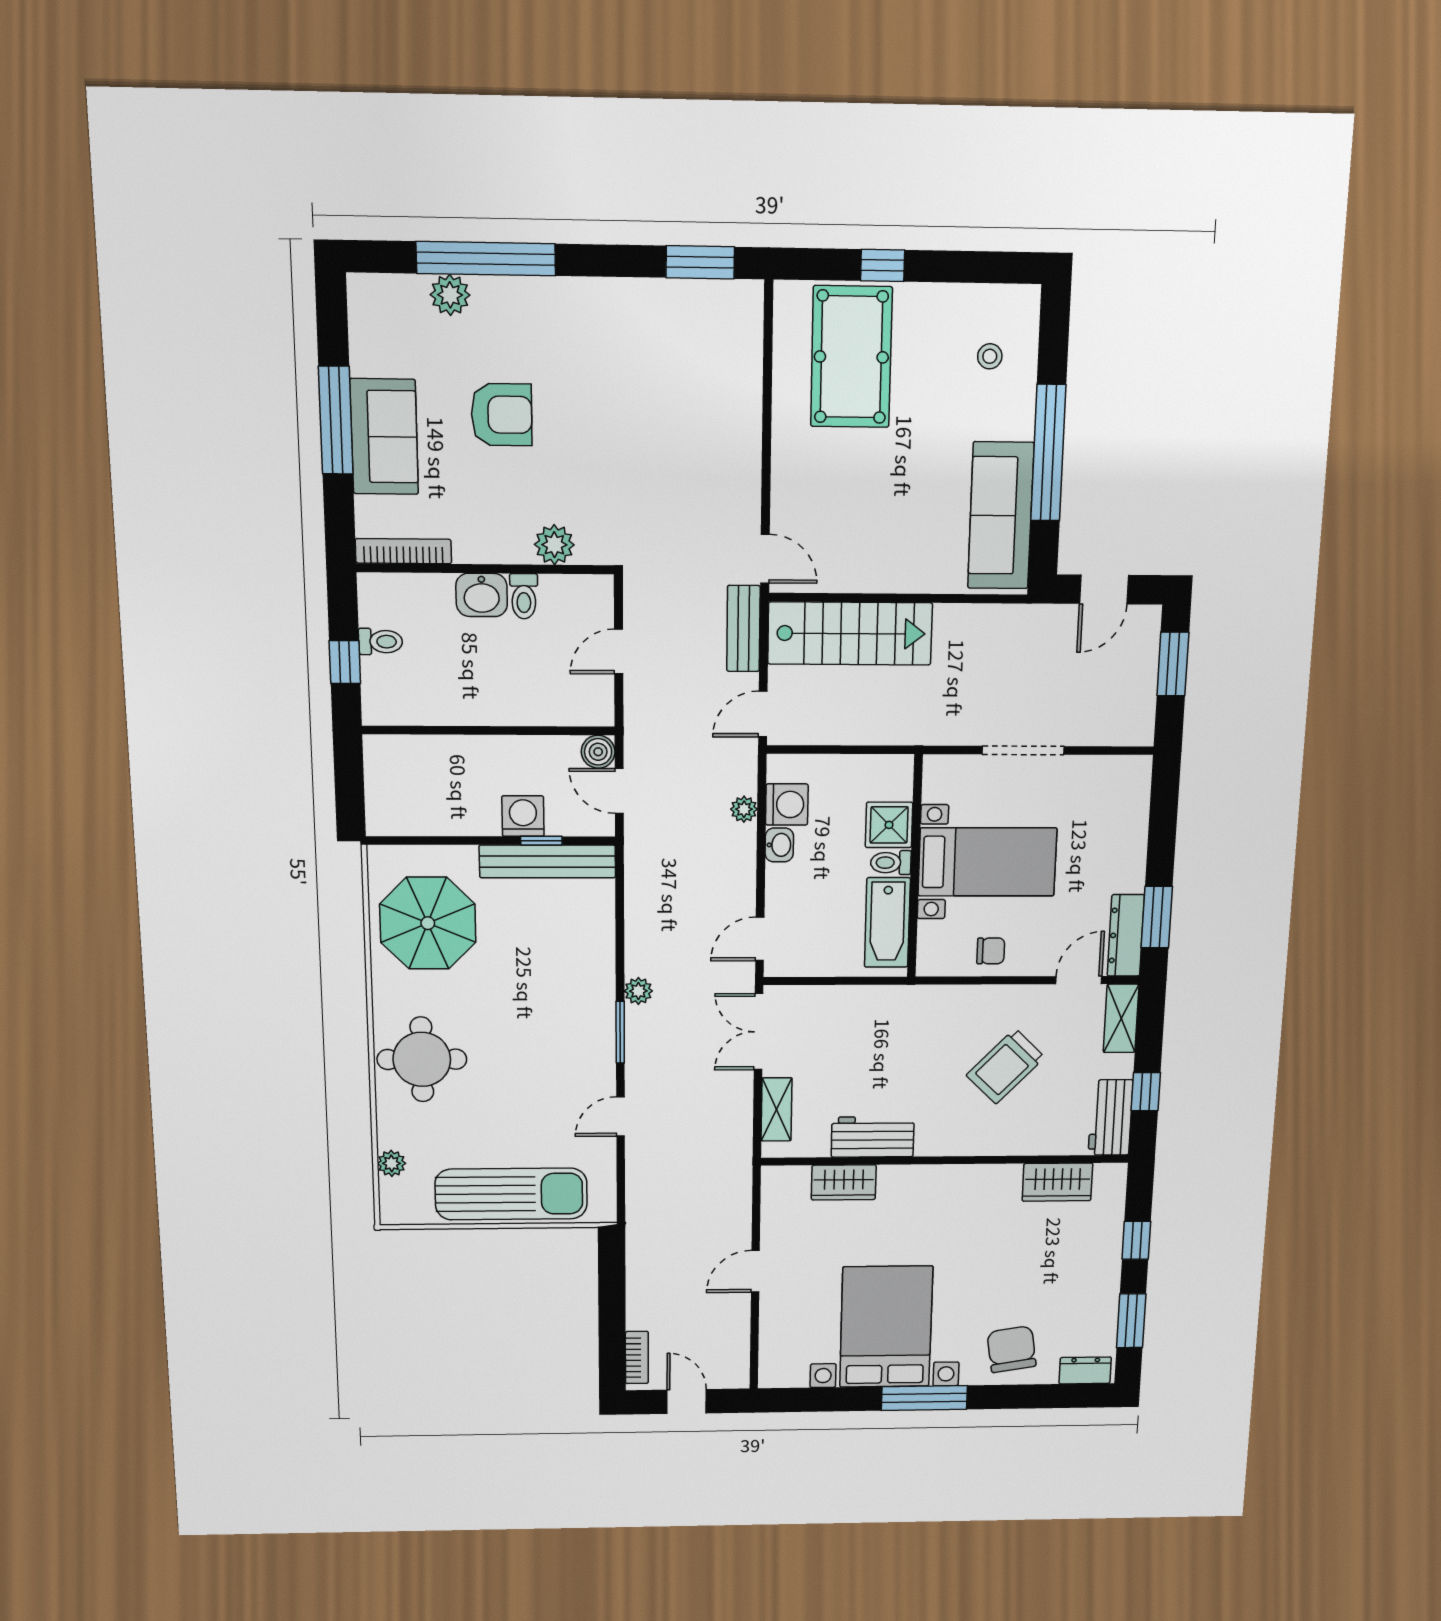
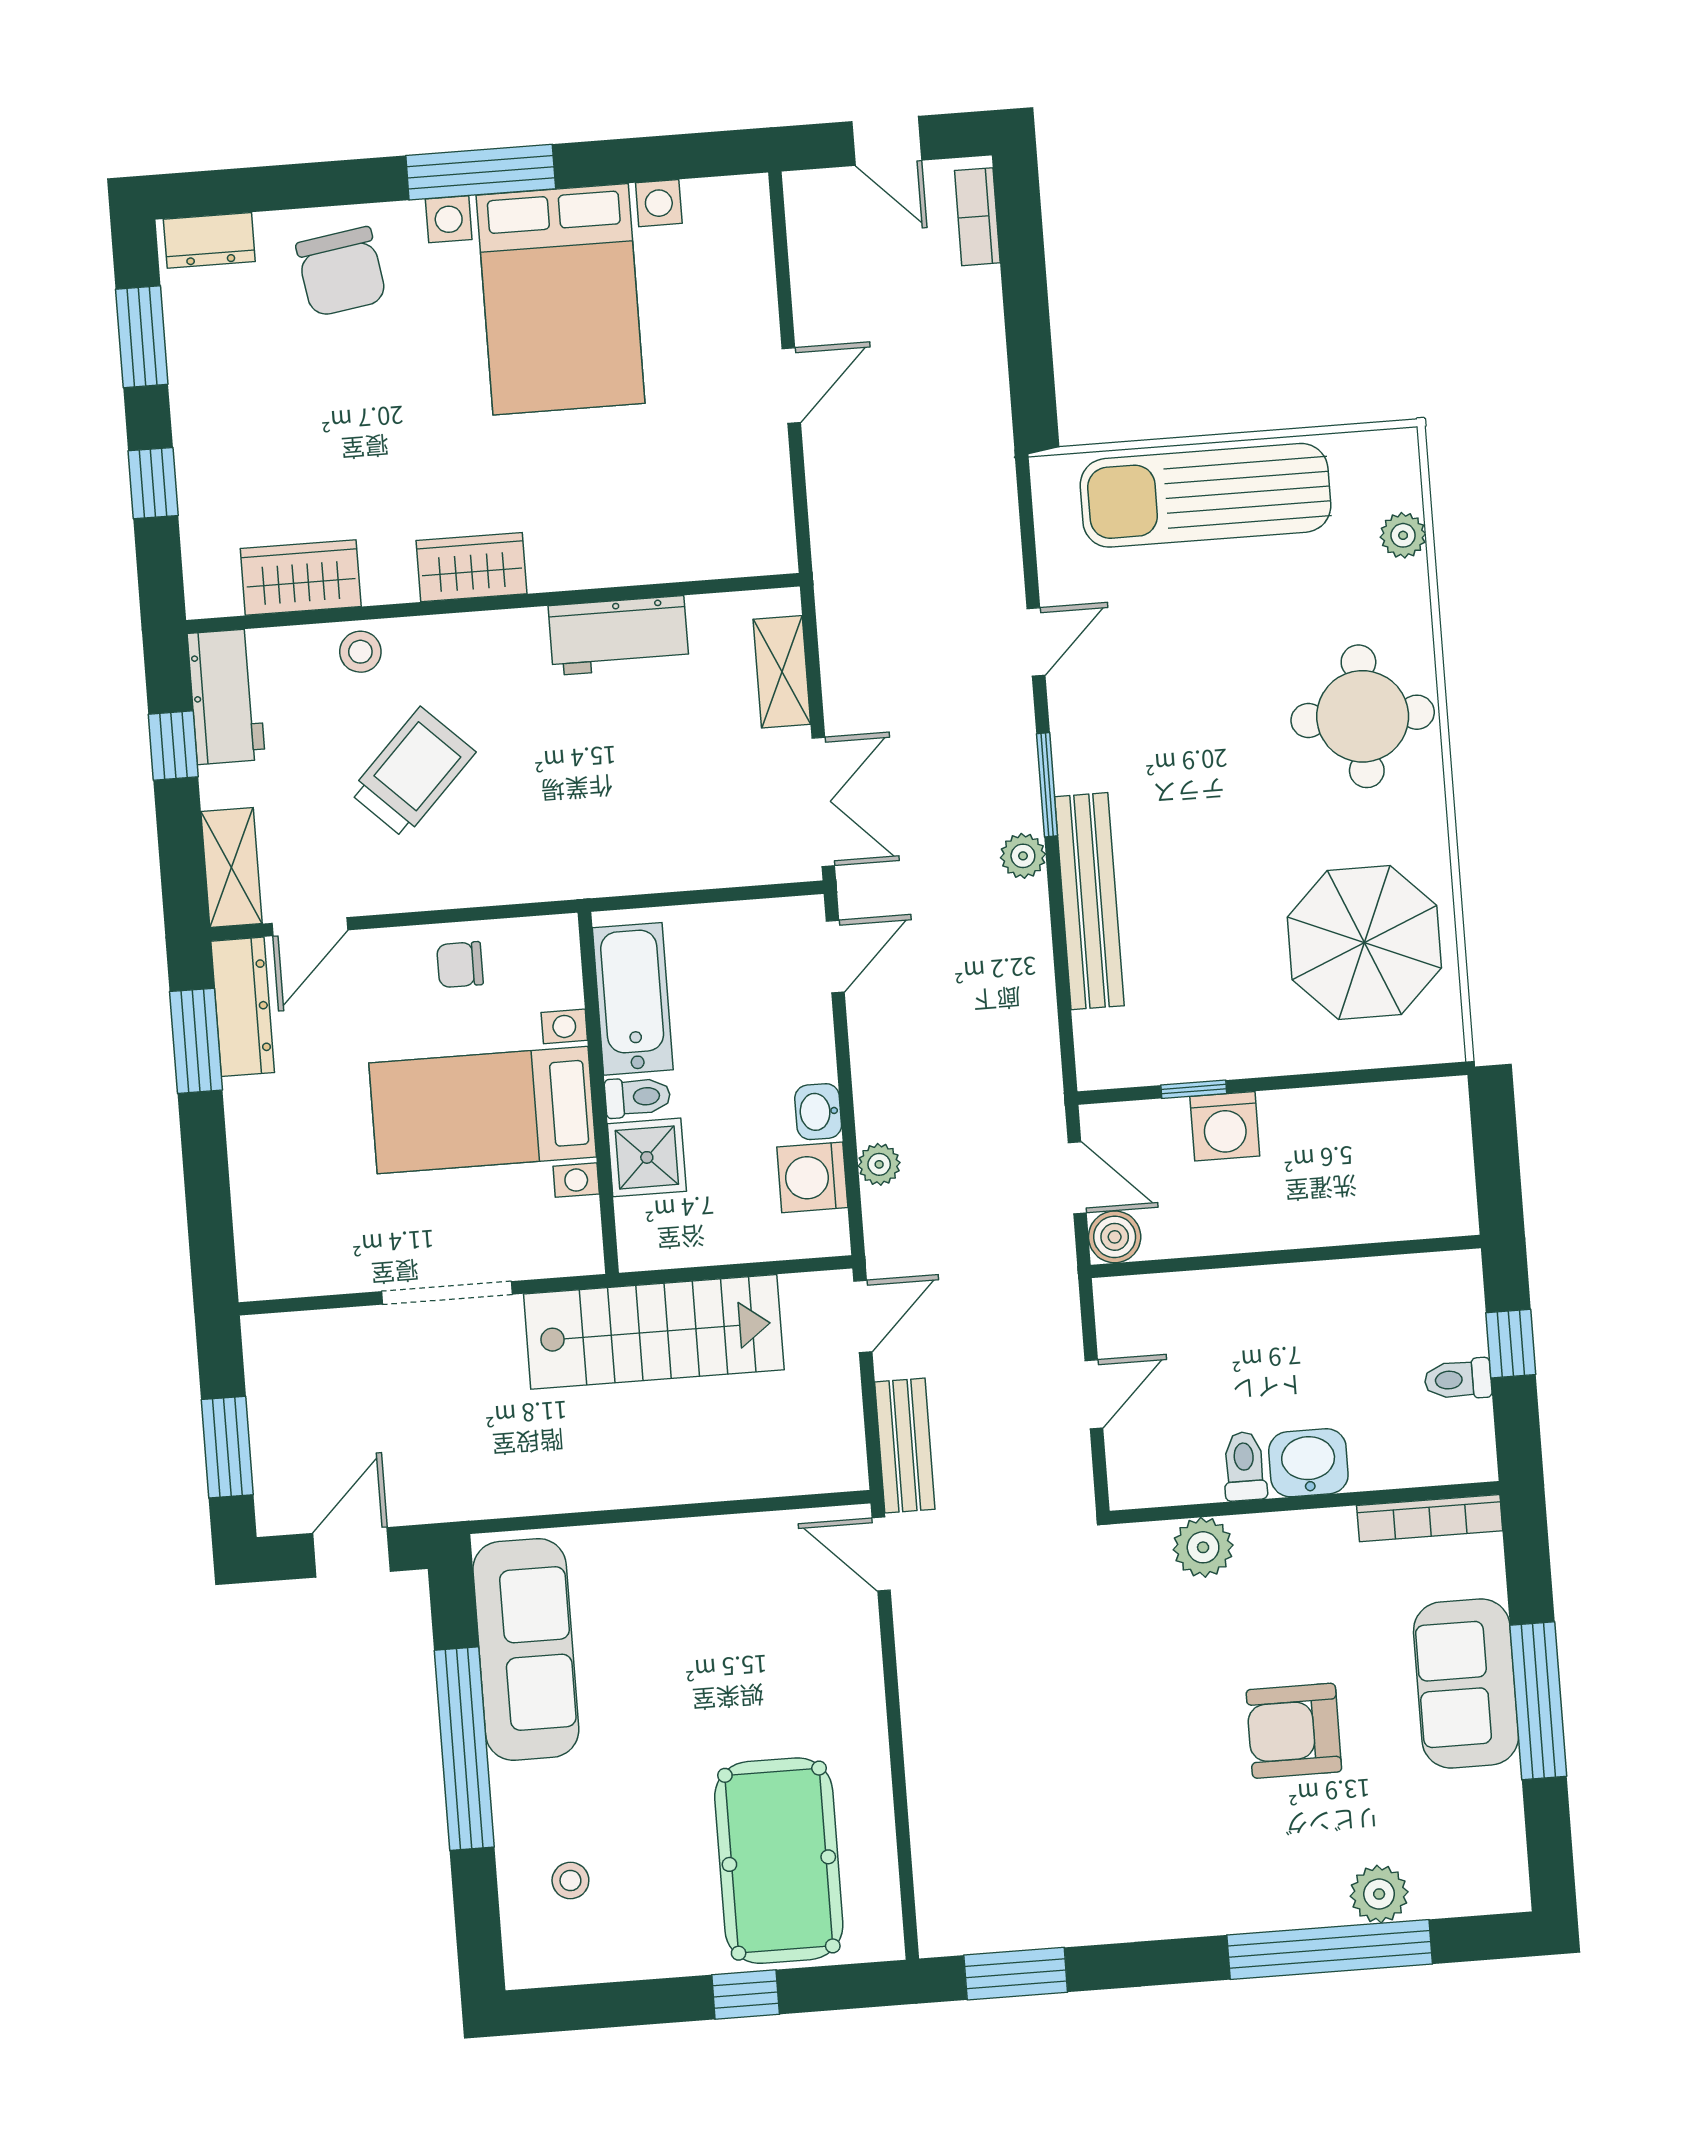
stairs: (850, 633) -> (654, 1332), moved, turned 180
bench: (547, 861) -> (1089, 901), moved, turned 90
stool: (1028, 1138) -> (360, 652), added
wardrobe: (844, 1182) -> (472, 567), moved

